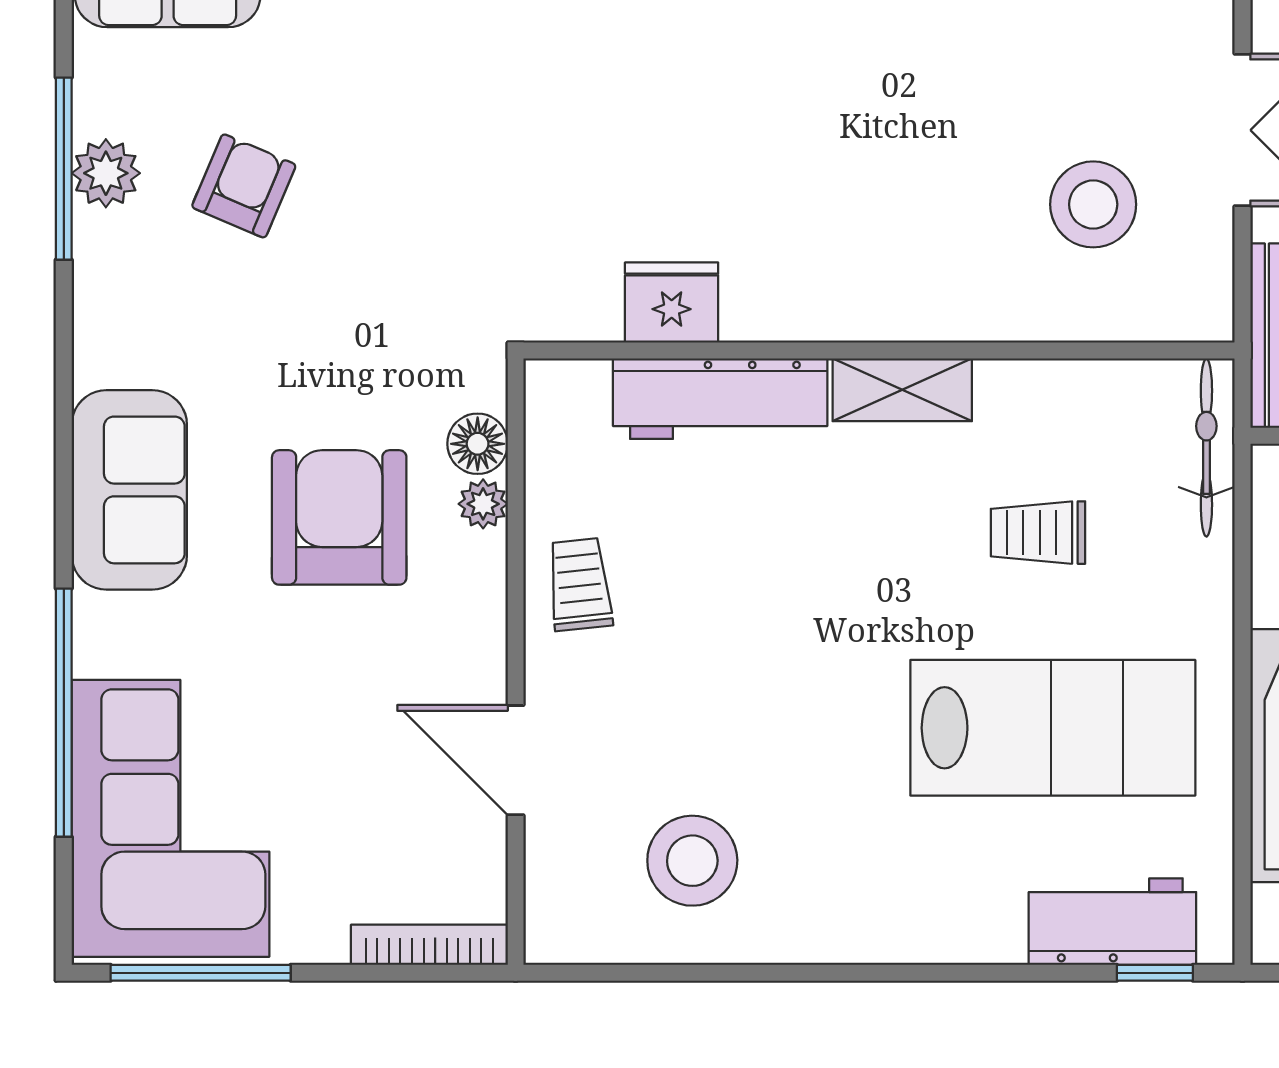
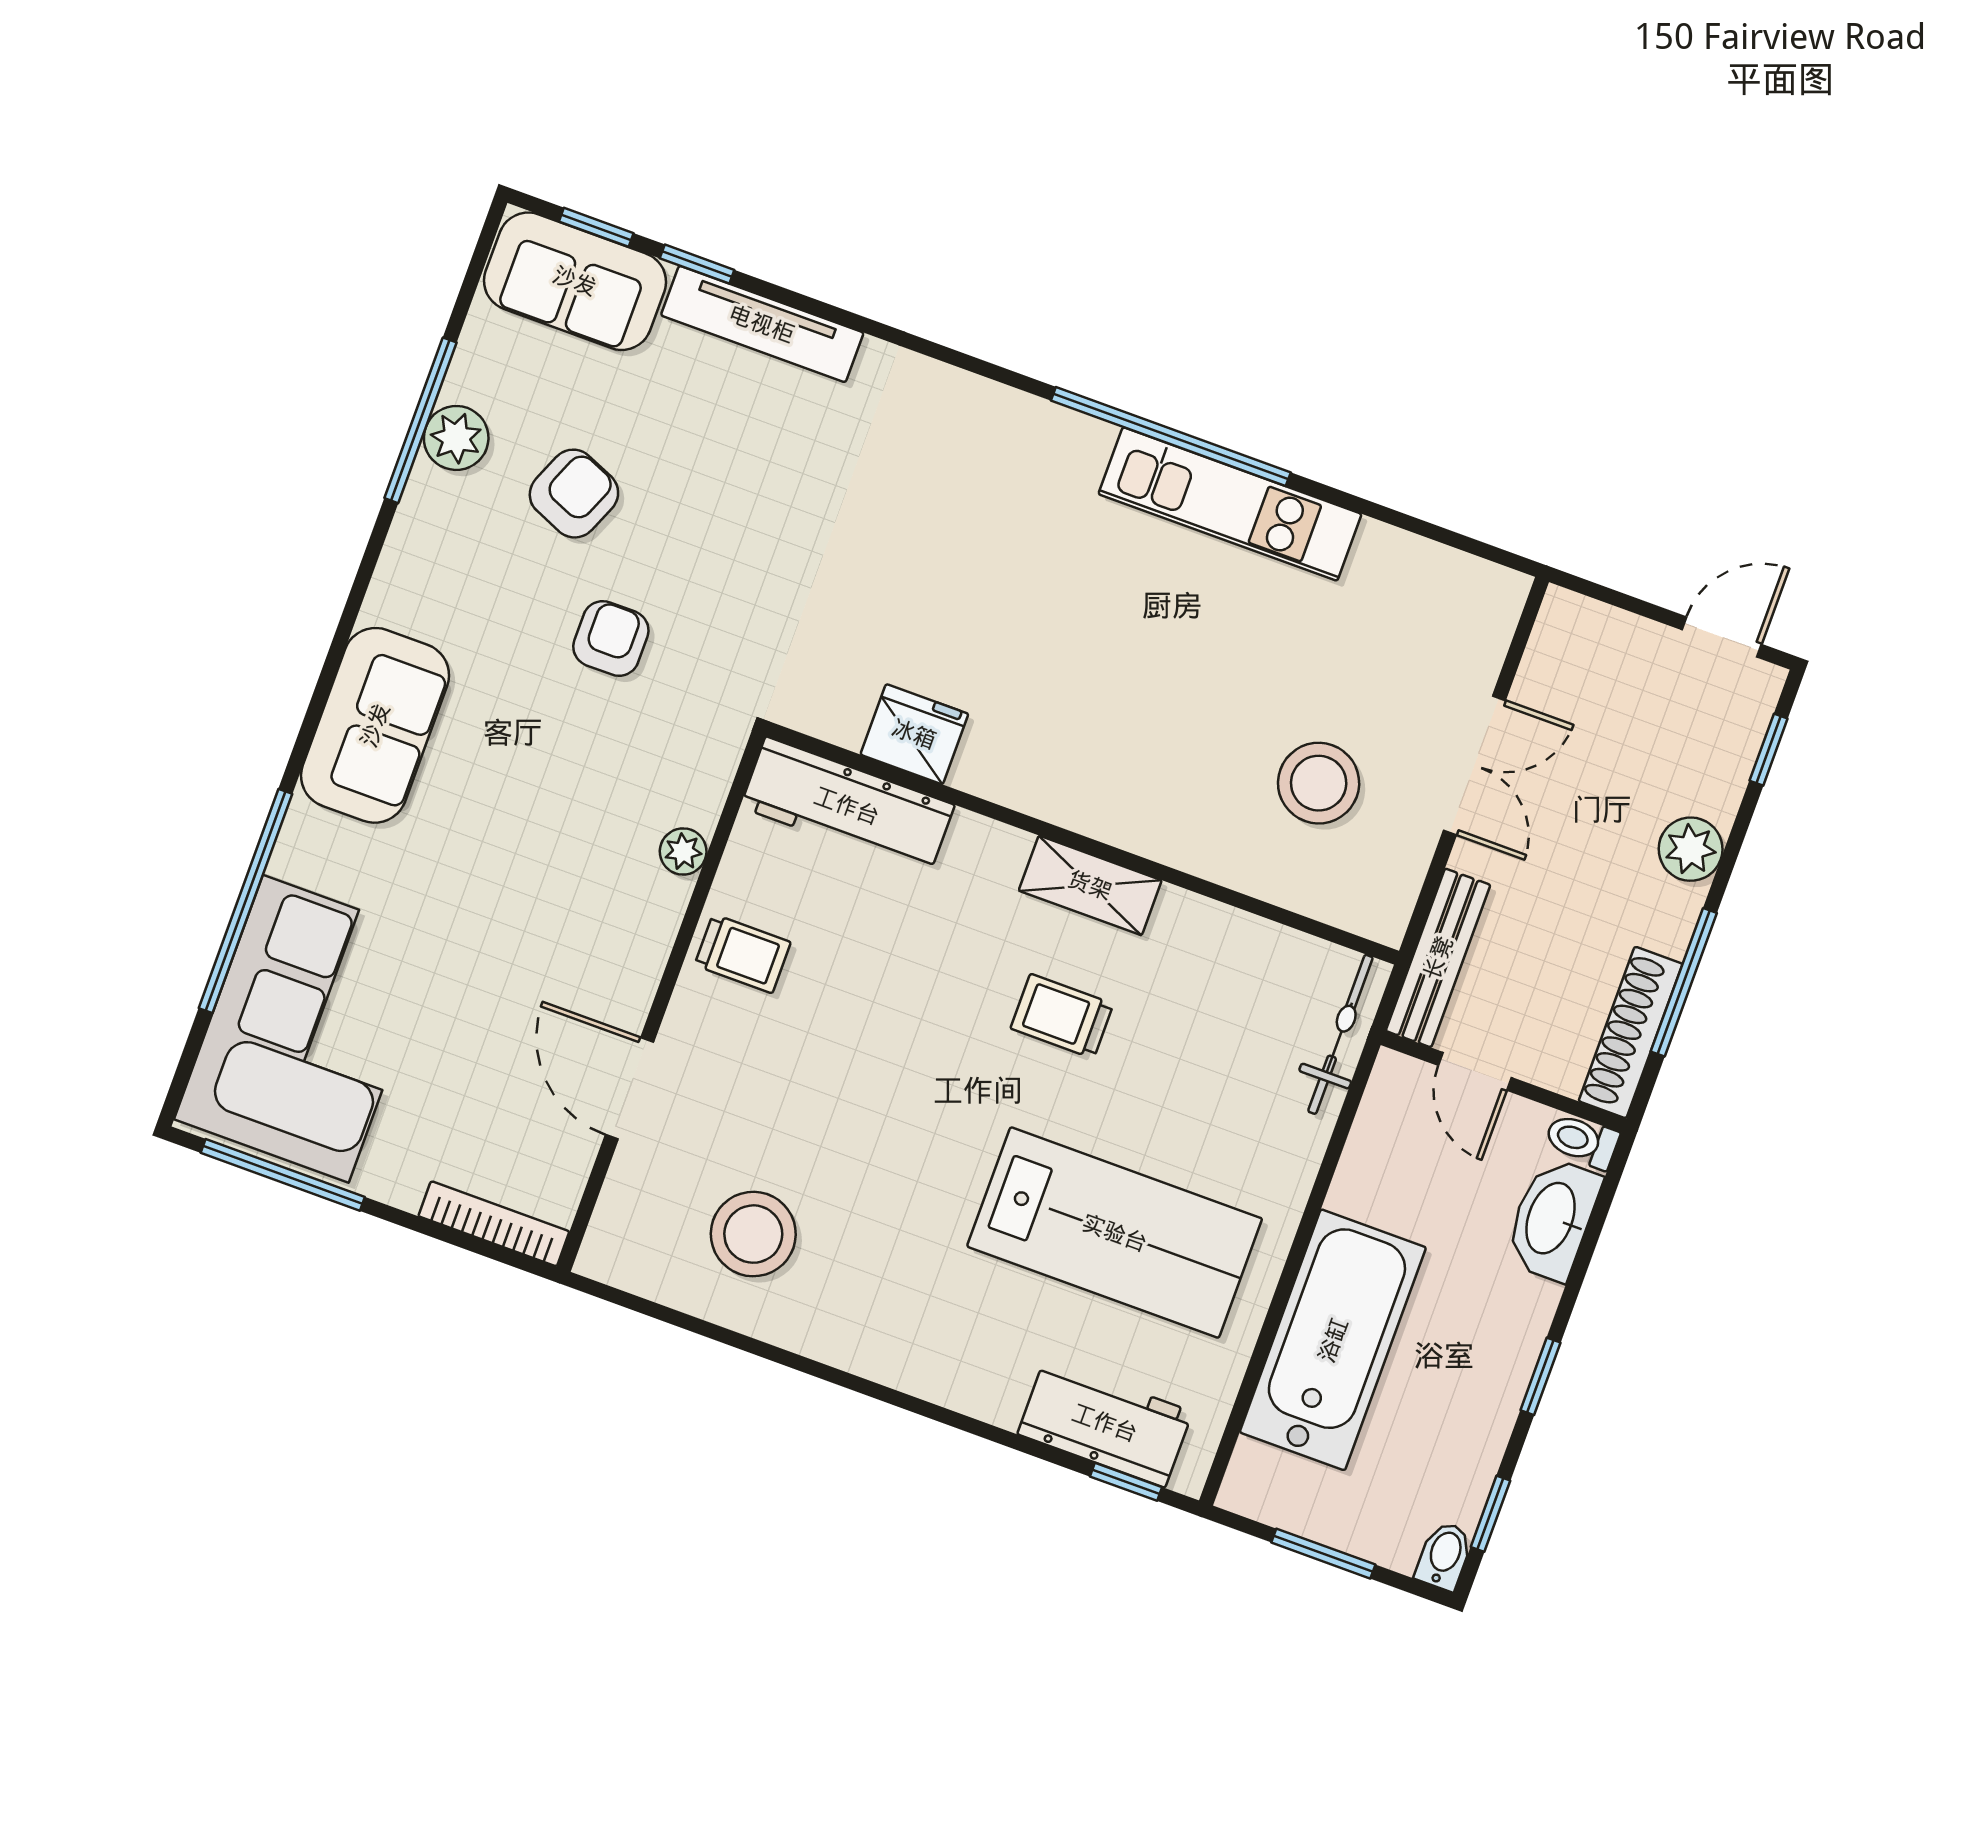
workbench: (720, 399) -> (847, 806), moved
floor lamp: (478, 444) -> (698, 797), removed
armchair: (339, 517) -> (611, 638), moved, width x0.53, depth x0.53
trolley: (1038, 533) -> (1062, 1016), moved
trolley: (580, 584) -> (743, 954), turned 96

